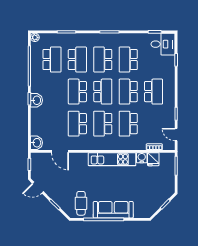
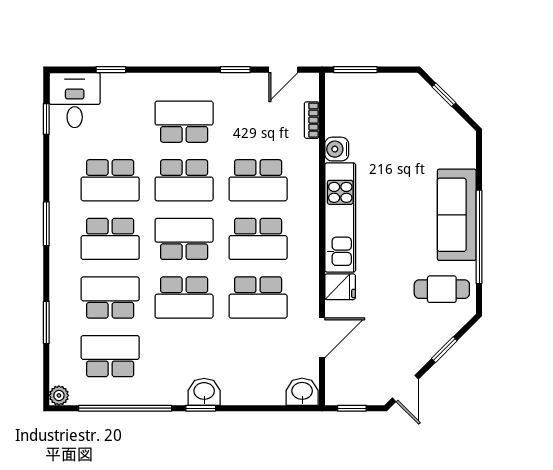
fridge: (153, 159) -> (340, 287), moved

